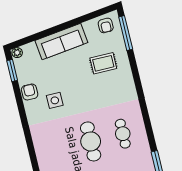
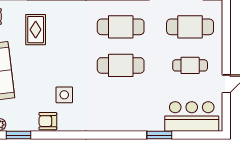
cafe table: (123, 134) -> (121, 27), width x1.37, depth x1.35

